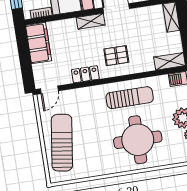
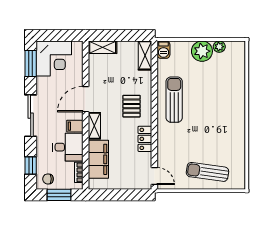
filing cabinet: (38, 43) -> (98, 159), moved, turned 90
round table: (138, 140) -> (216, 98), removed
sun lounger: (62, 143) -> (207, 172), width x0.73, depth x0.75

